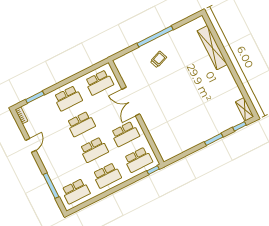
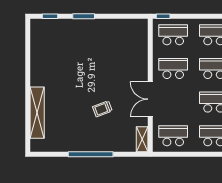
trolley: (158, 59) -> (102, 109), moved
double door: (131, 102) -> (150, 99), swing flipped
shelving: (245, 109) -> (142, 139), moved

